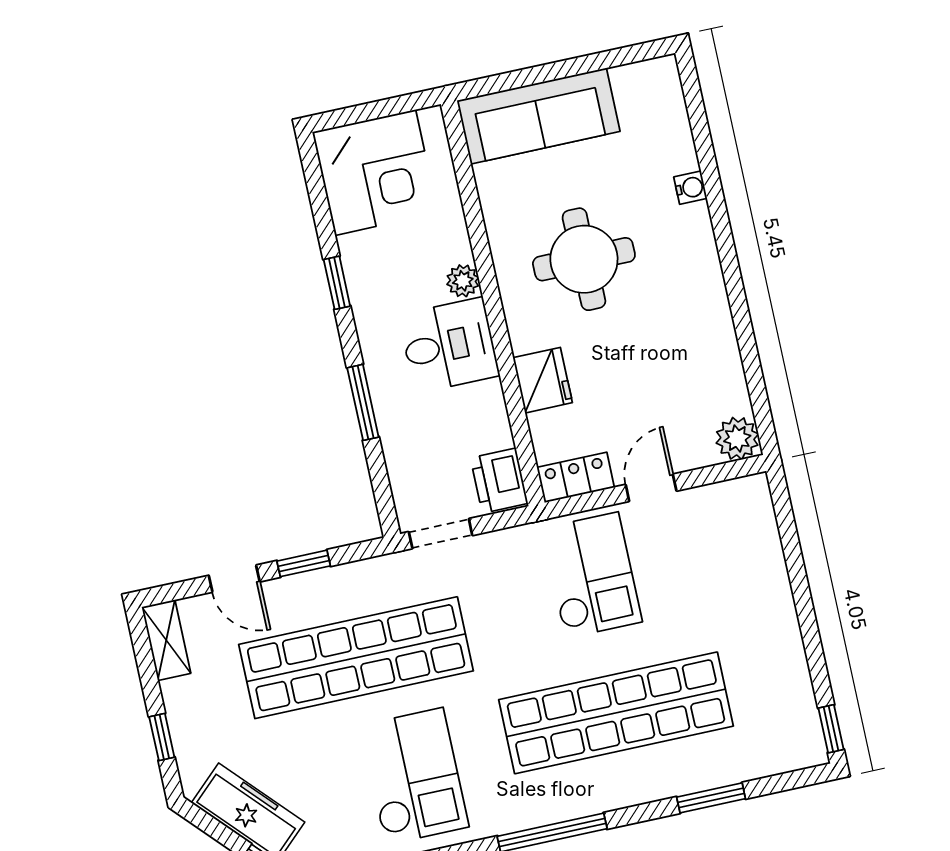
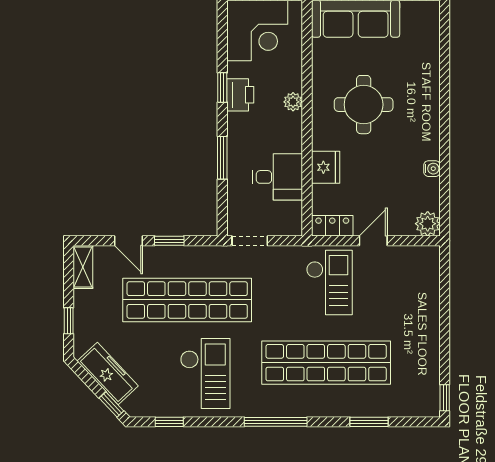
water cooler: (690, 188) -> (432, 169), moved
desk: (449, 345) -> (277, 177), moved
printer: (499, 481) -> (240, 95), moved, turned 180

